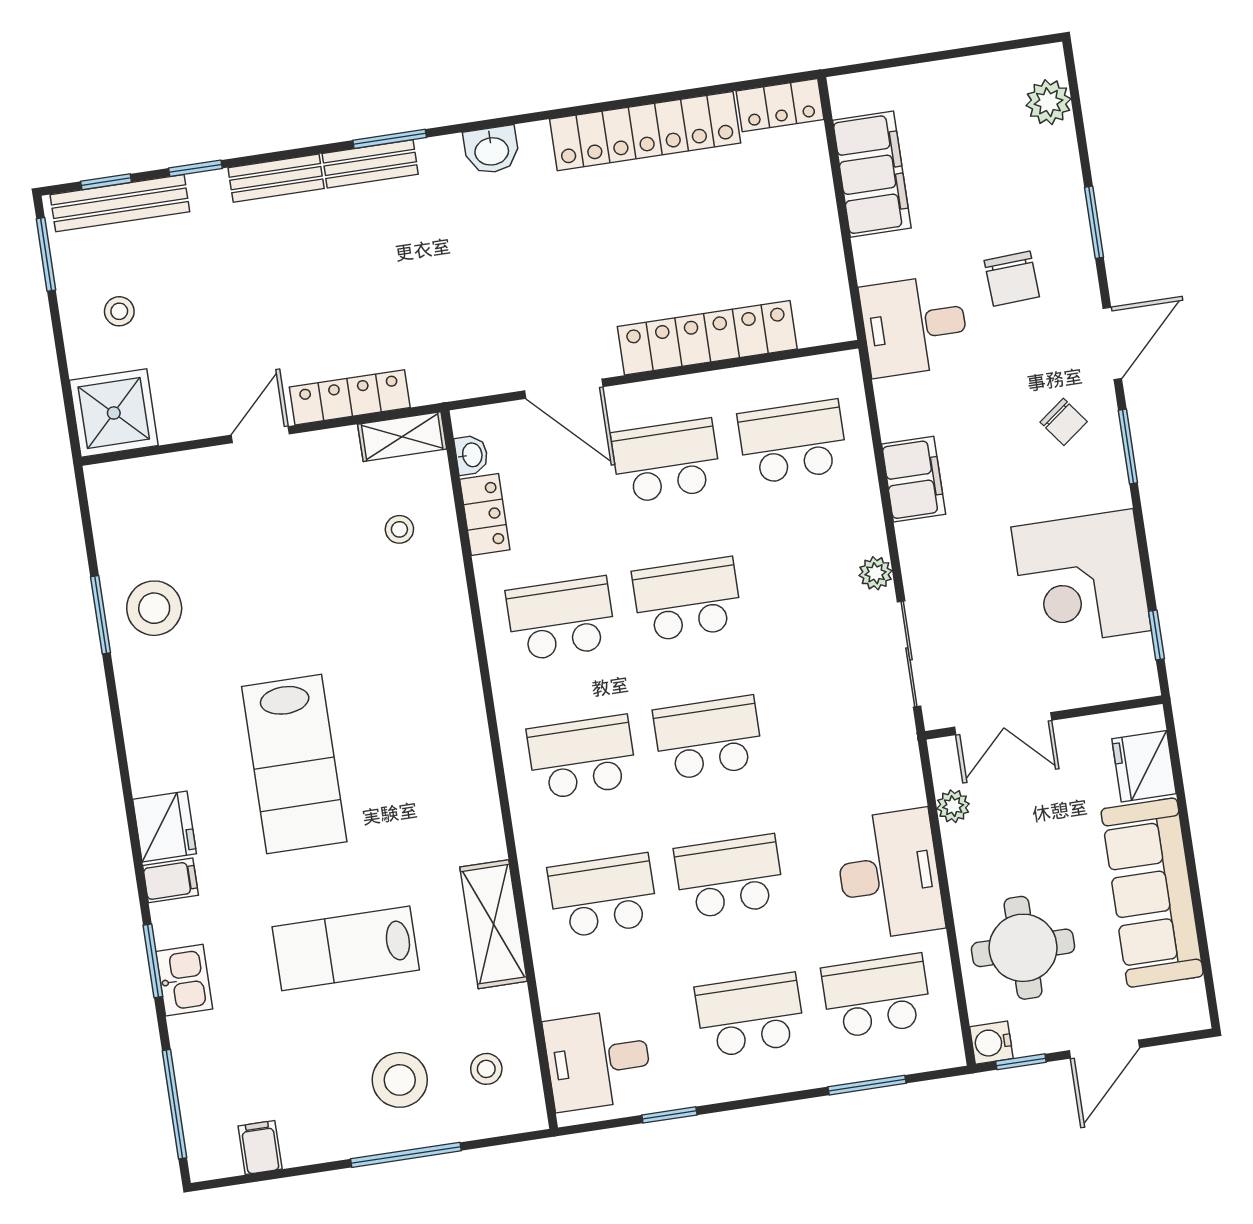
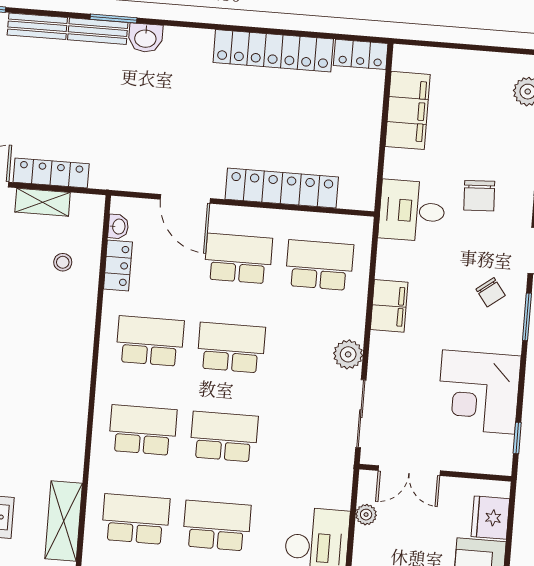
washbasin: (492, 150) -> (145, 38), moved
shelving: (402, 437) -> (43, 202), moved
plant: (875, 573) -> (348, 354), width x1.38, depth x1.38

